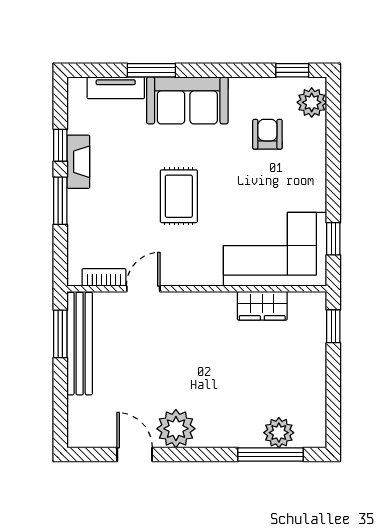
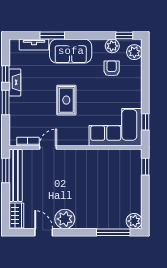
plant: (269, 90) -> (112, 46), added
wardrobe: (262, 306) -> (16, 215), moved, turned -90
plant: (279, 433) -> (134, 221), moved

